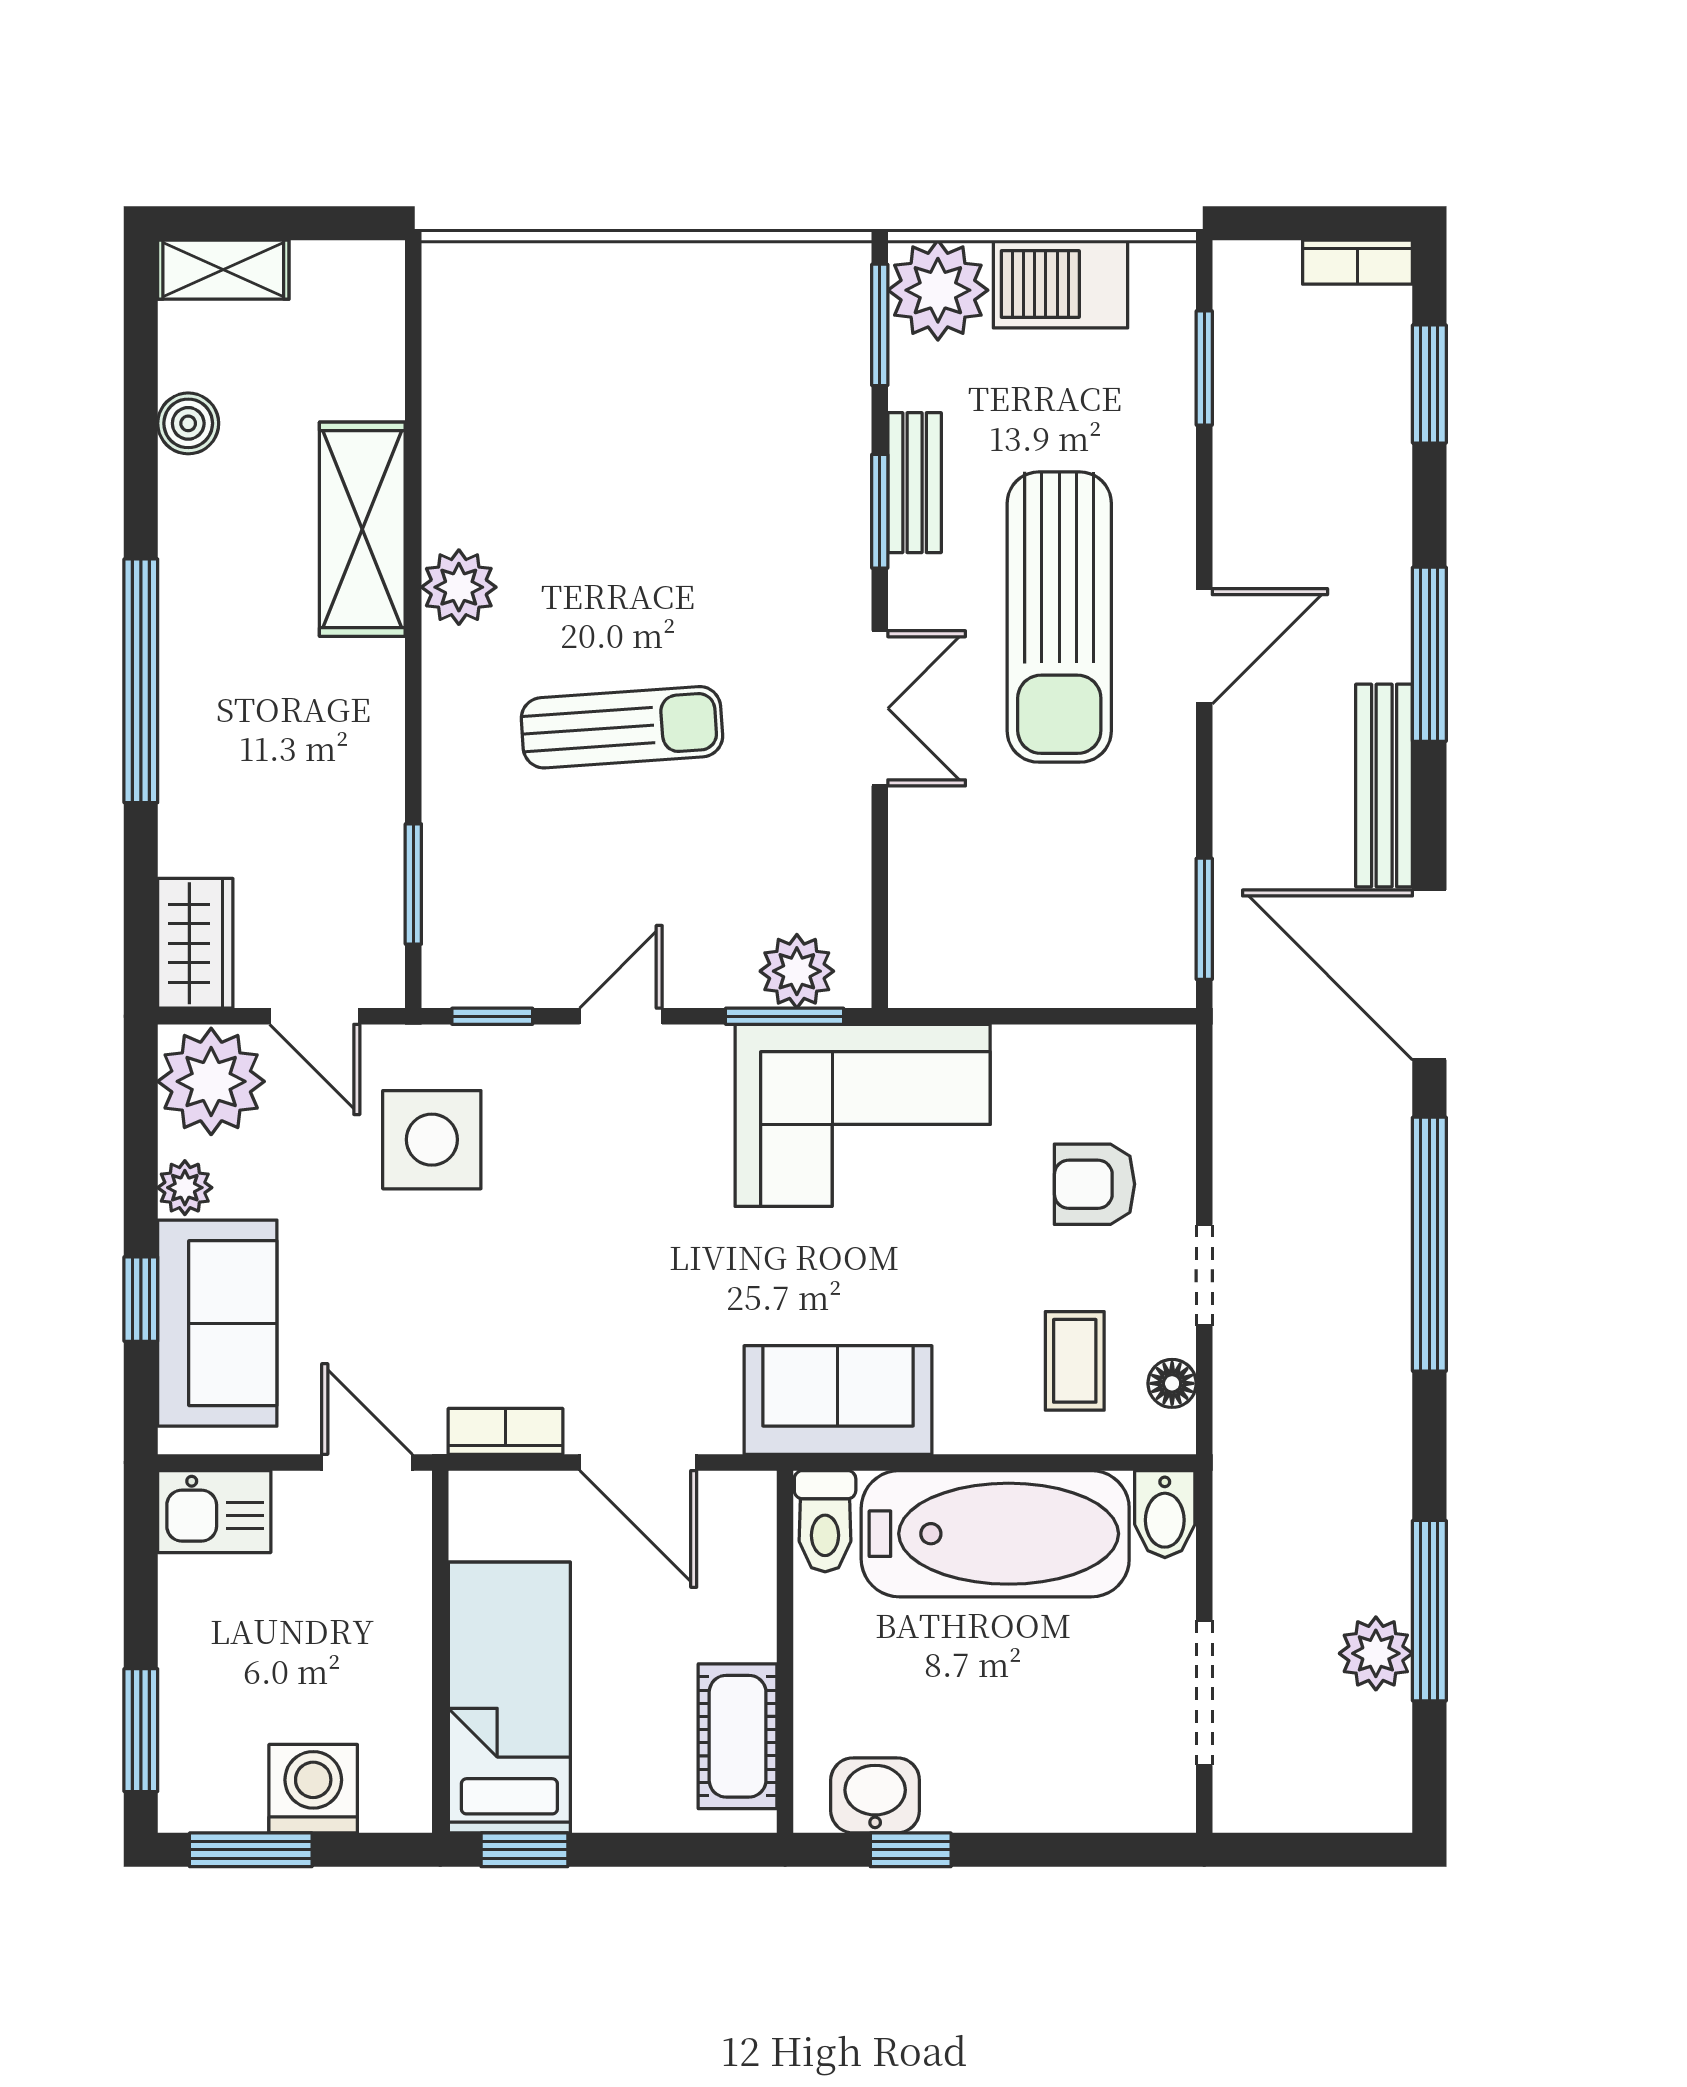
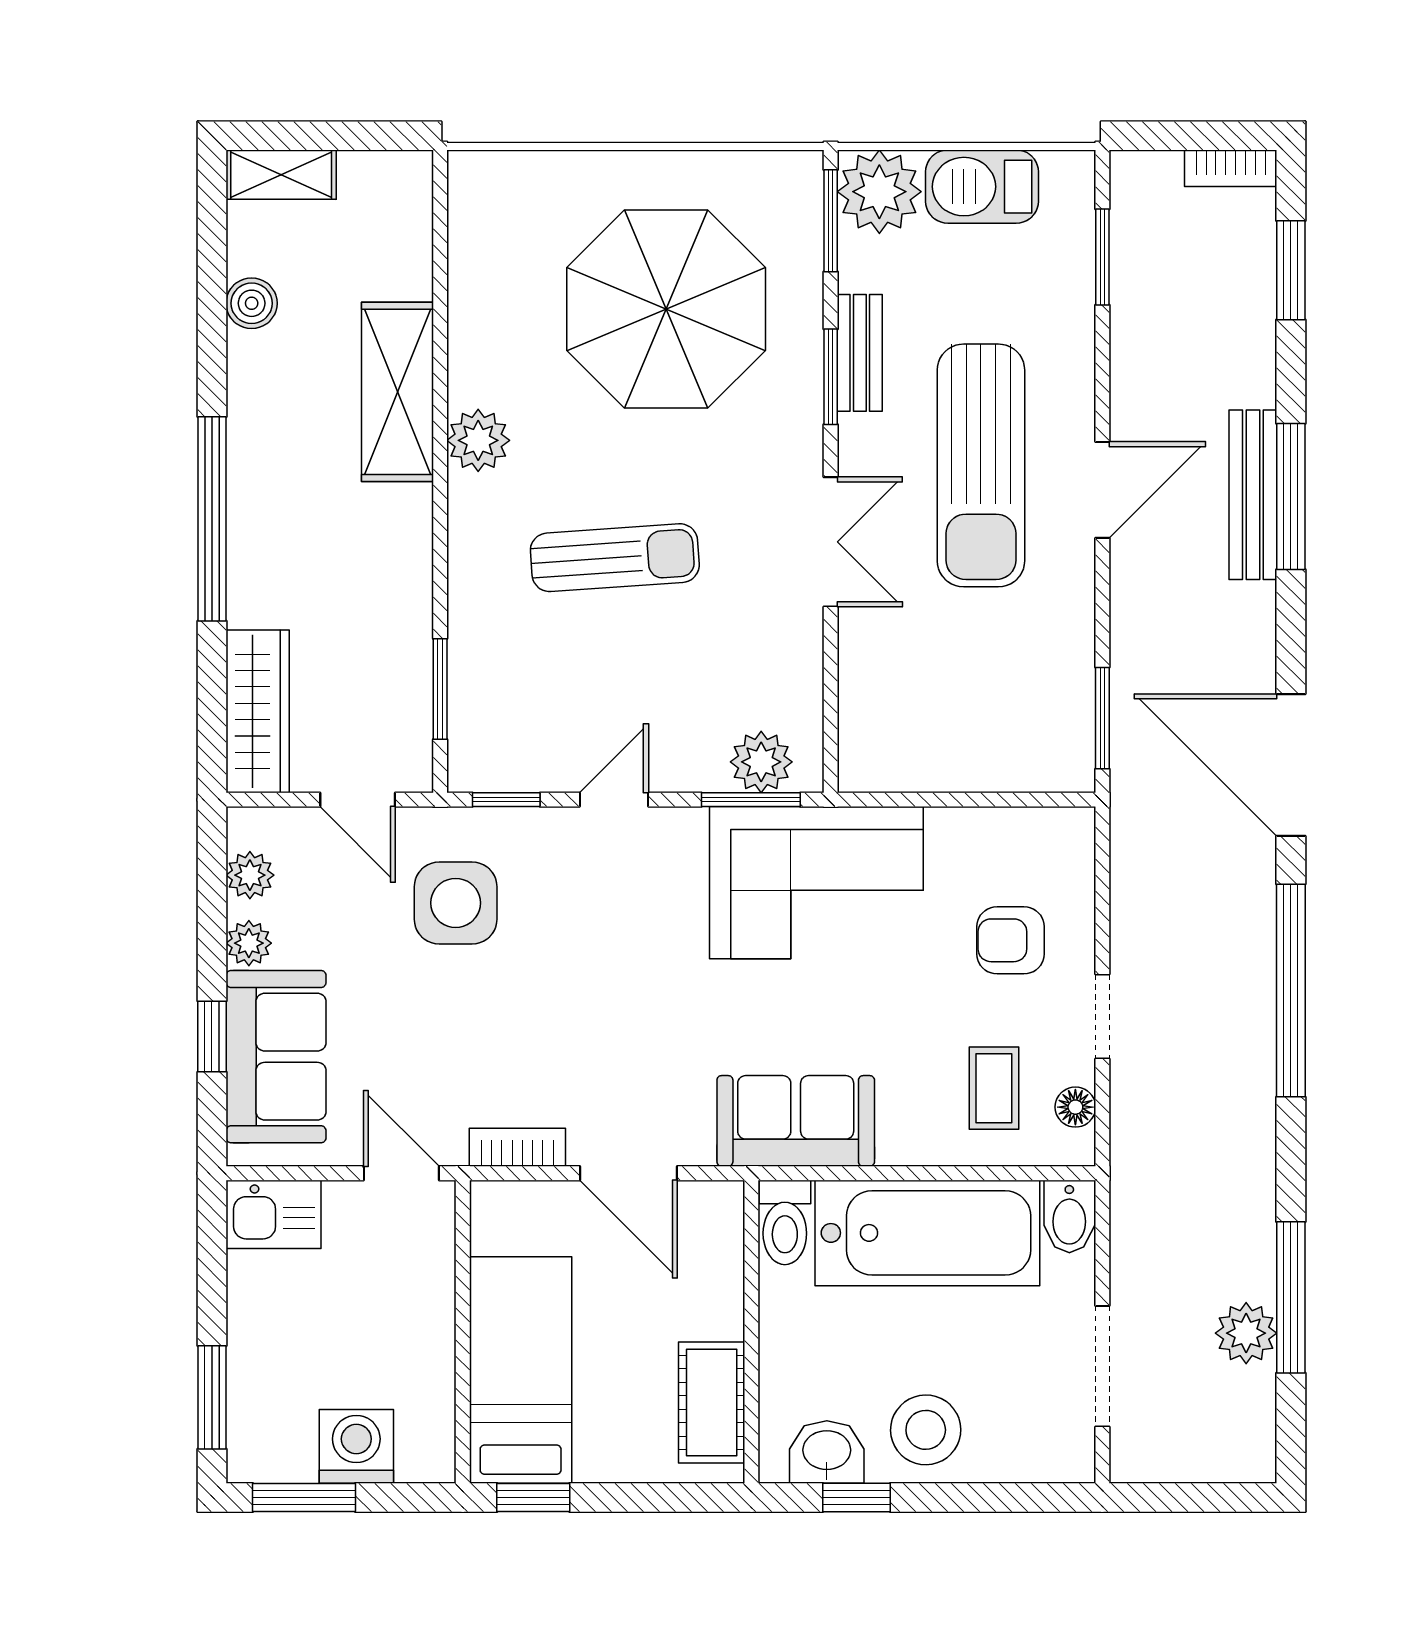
parasol: (683, 430) -> (666, 309), added
bench: (1384, 786) -> (1253, 495), moved
wardrobe: (195, 943) -> (258, 711), width x1.50
plant: (211, 1081) -> (250, 875), width x0.53, depth x0.53
stool: (993, 1769) -> (926, 1430), added

